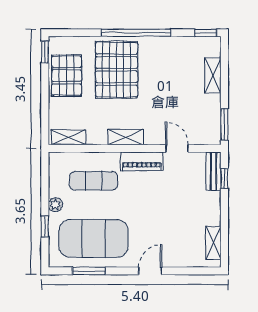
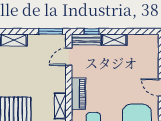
door: (177, 148) -> (69, 57), moved
shelving: (213, 243) -> (114, 40), moved

